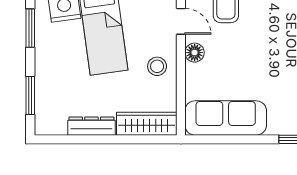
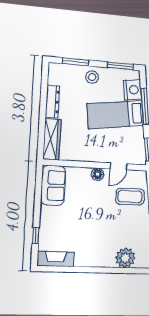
stool: (157, 66) -> (92, 77), moved
sofa: (226, 118) -> (53, 186), width x0.73

